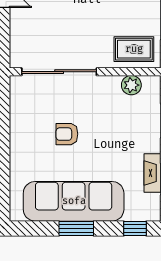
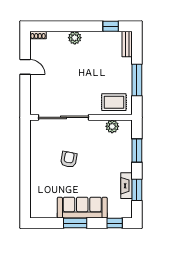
armchair: (67, 134) -> (69, 159), turned 100
sofa: (74, 201) -> (82, 208), width x0.74, depth x0.79

